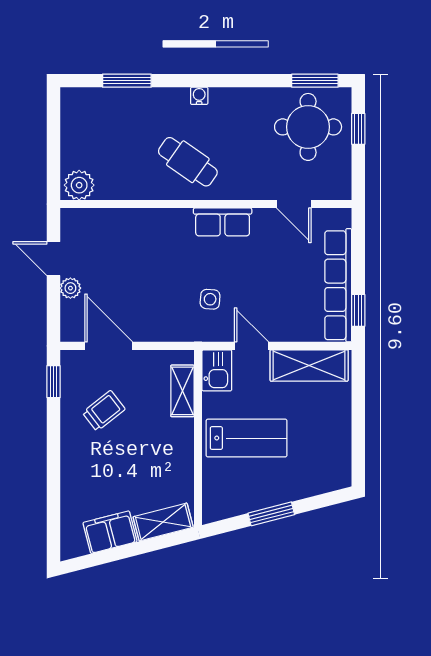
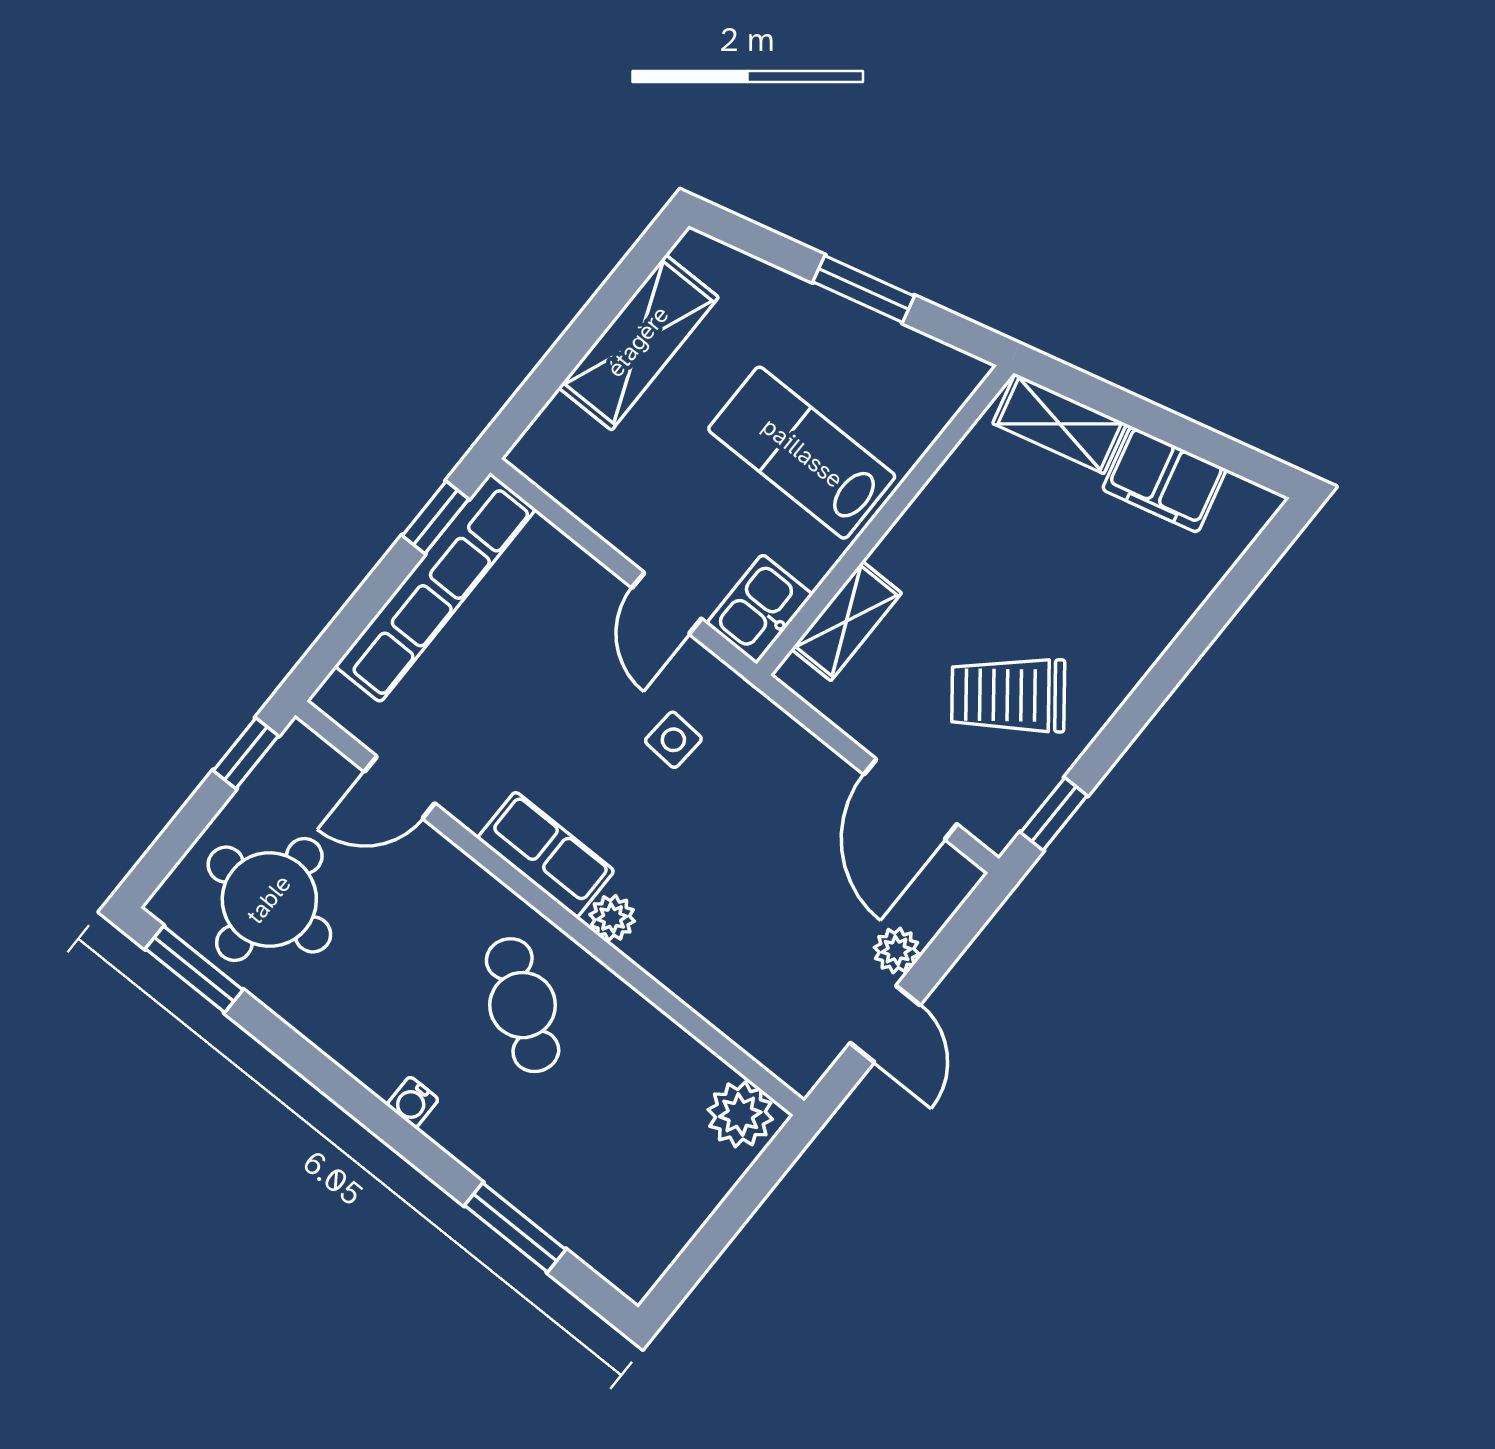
window: (358, 129) -> (246, 753), moved
door: (294, 204) -> (400, 787), swing flipped
plant: (181, 218) -> (612, 918), added
shelving: (309, 365) -> (638, 342), moved, turned 90
trolley: (104, 411) -> (1008, 695), width x1.36, depth x1.39

